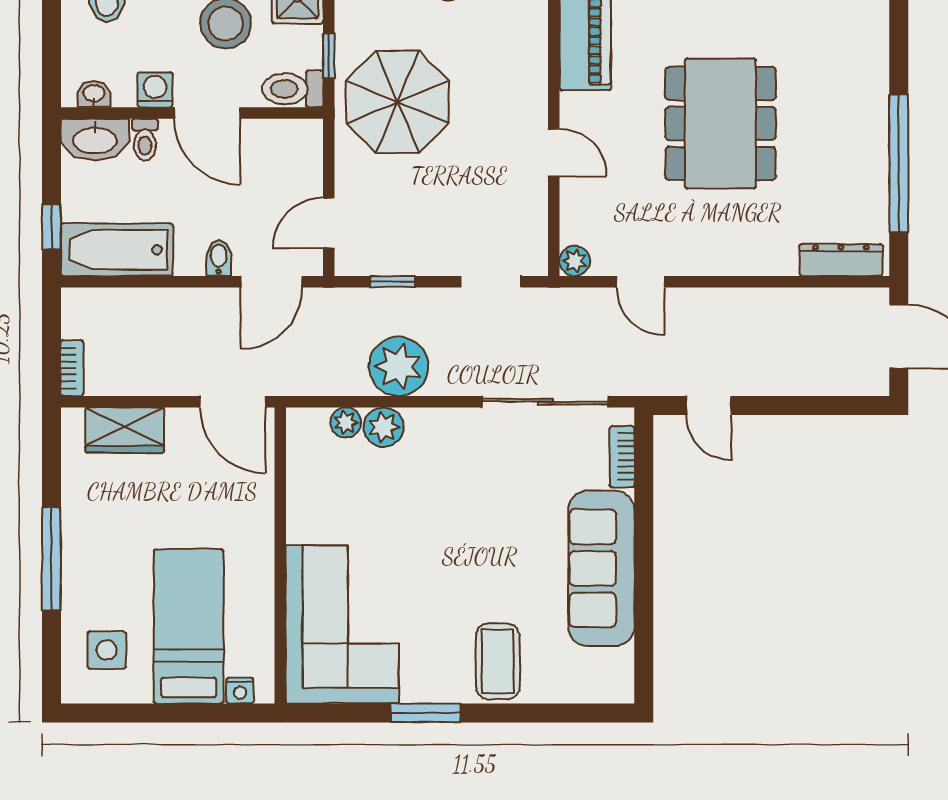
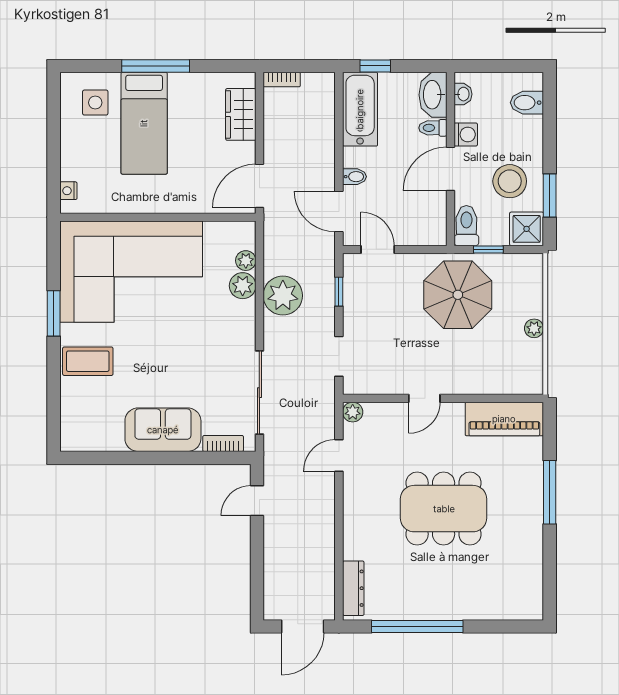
sofa: (601, 568) -> (163, 430), width x0.73
corner sofa: (342, 624) -> (131, 272), width x1.36, depth x1.36
bed: (189, 626) -> (144, 123), moved, turned 90

